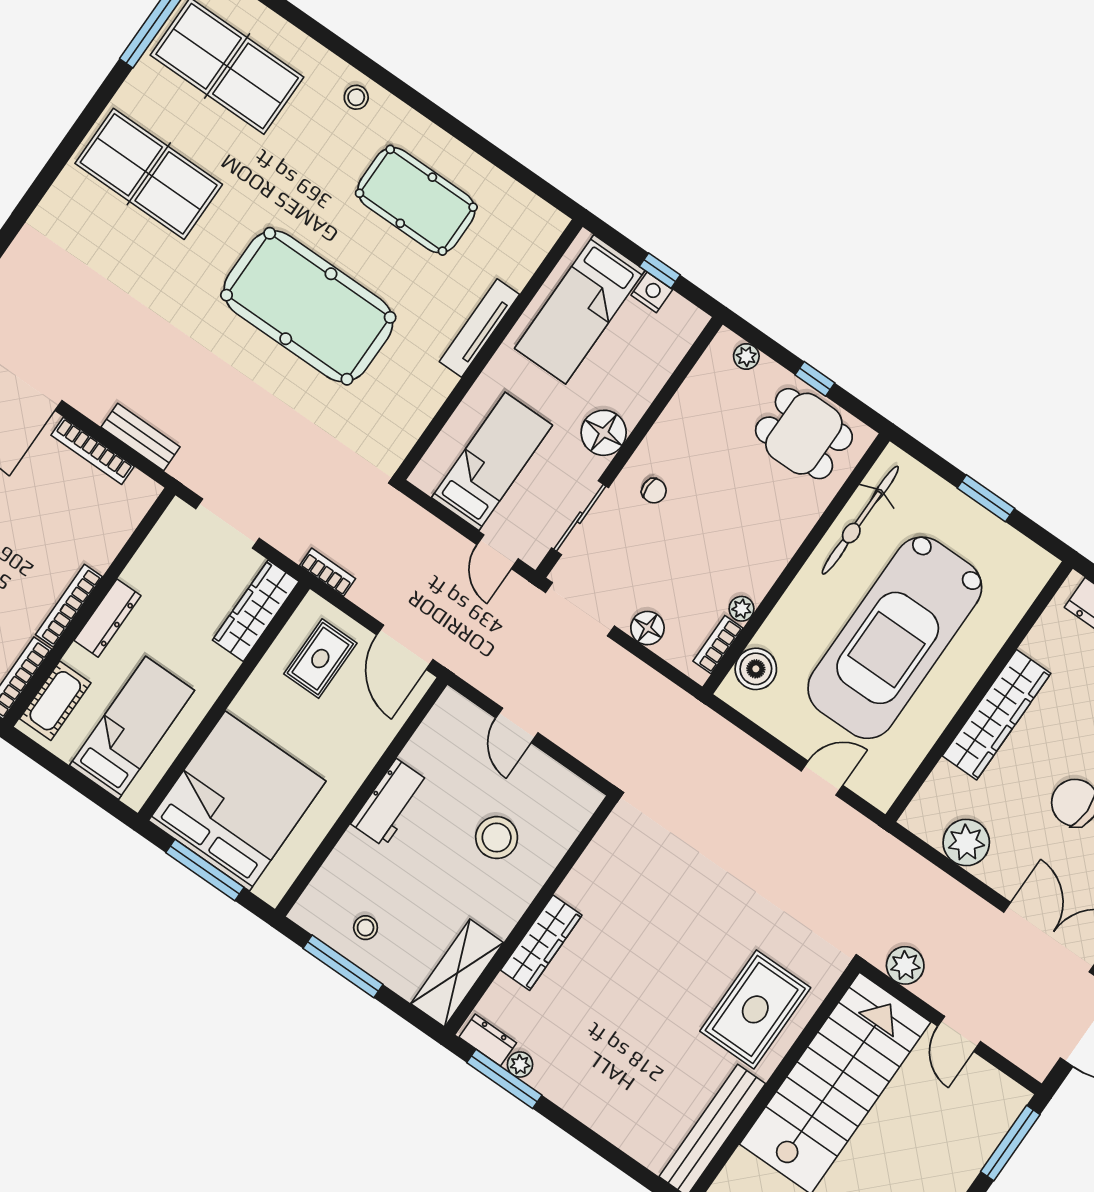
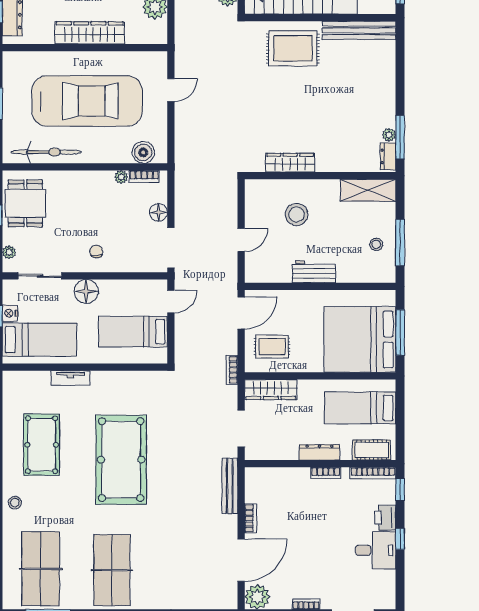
tv unit: (479, 328) -> (70, 378), width x0.71
bench: (141, 437) -> (230, 486), width x1.36
bookcase: (93, 451) -> (251, 518), width x0.64
sliding door: (580, 518) -> (40, 276), moved
bookcase: (69, 606) -> (326, 473), width x0.64
door: (822, 778) -> (171, 90), swing flipped
wardrobe: (541, 943) -> (290, 163), moved

